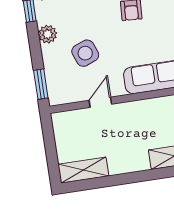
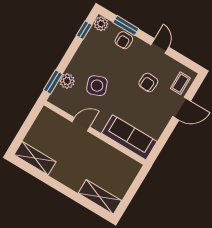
plant: (48, 34) -> (67, 81), moved

